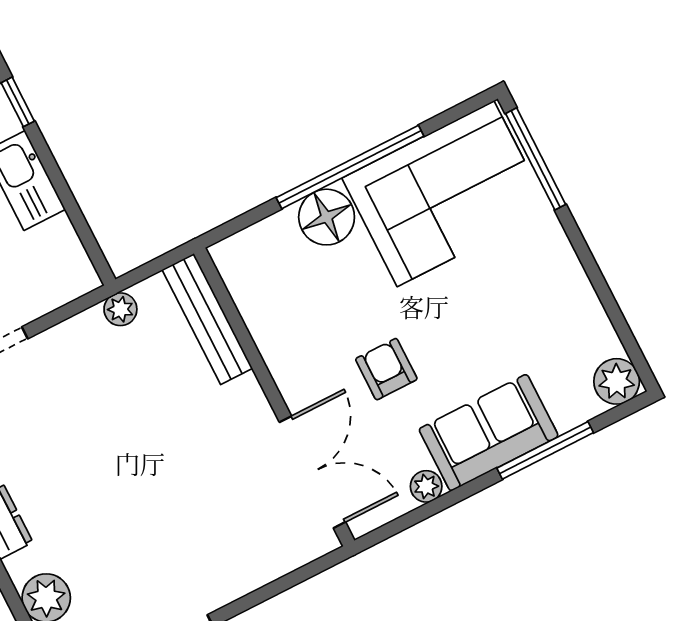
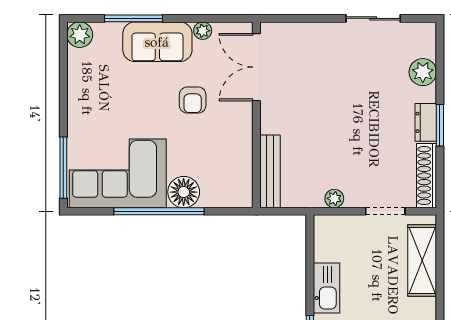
plant: (120, 309) -> (334, 198), moved

